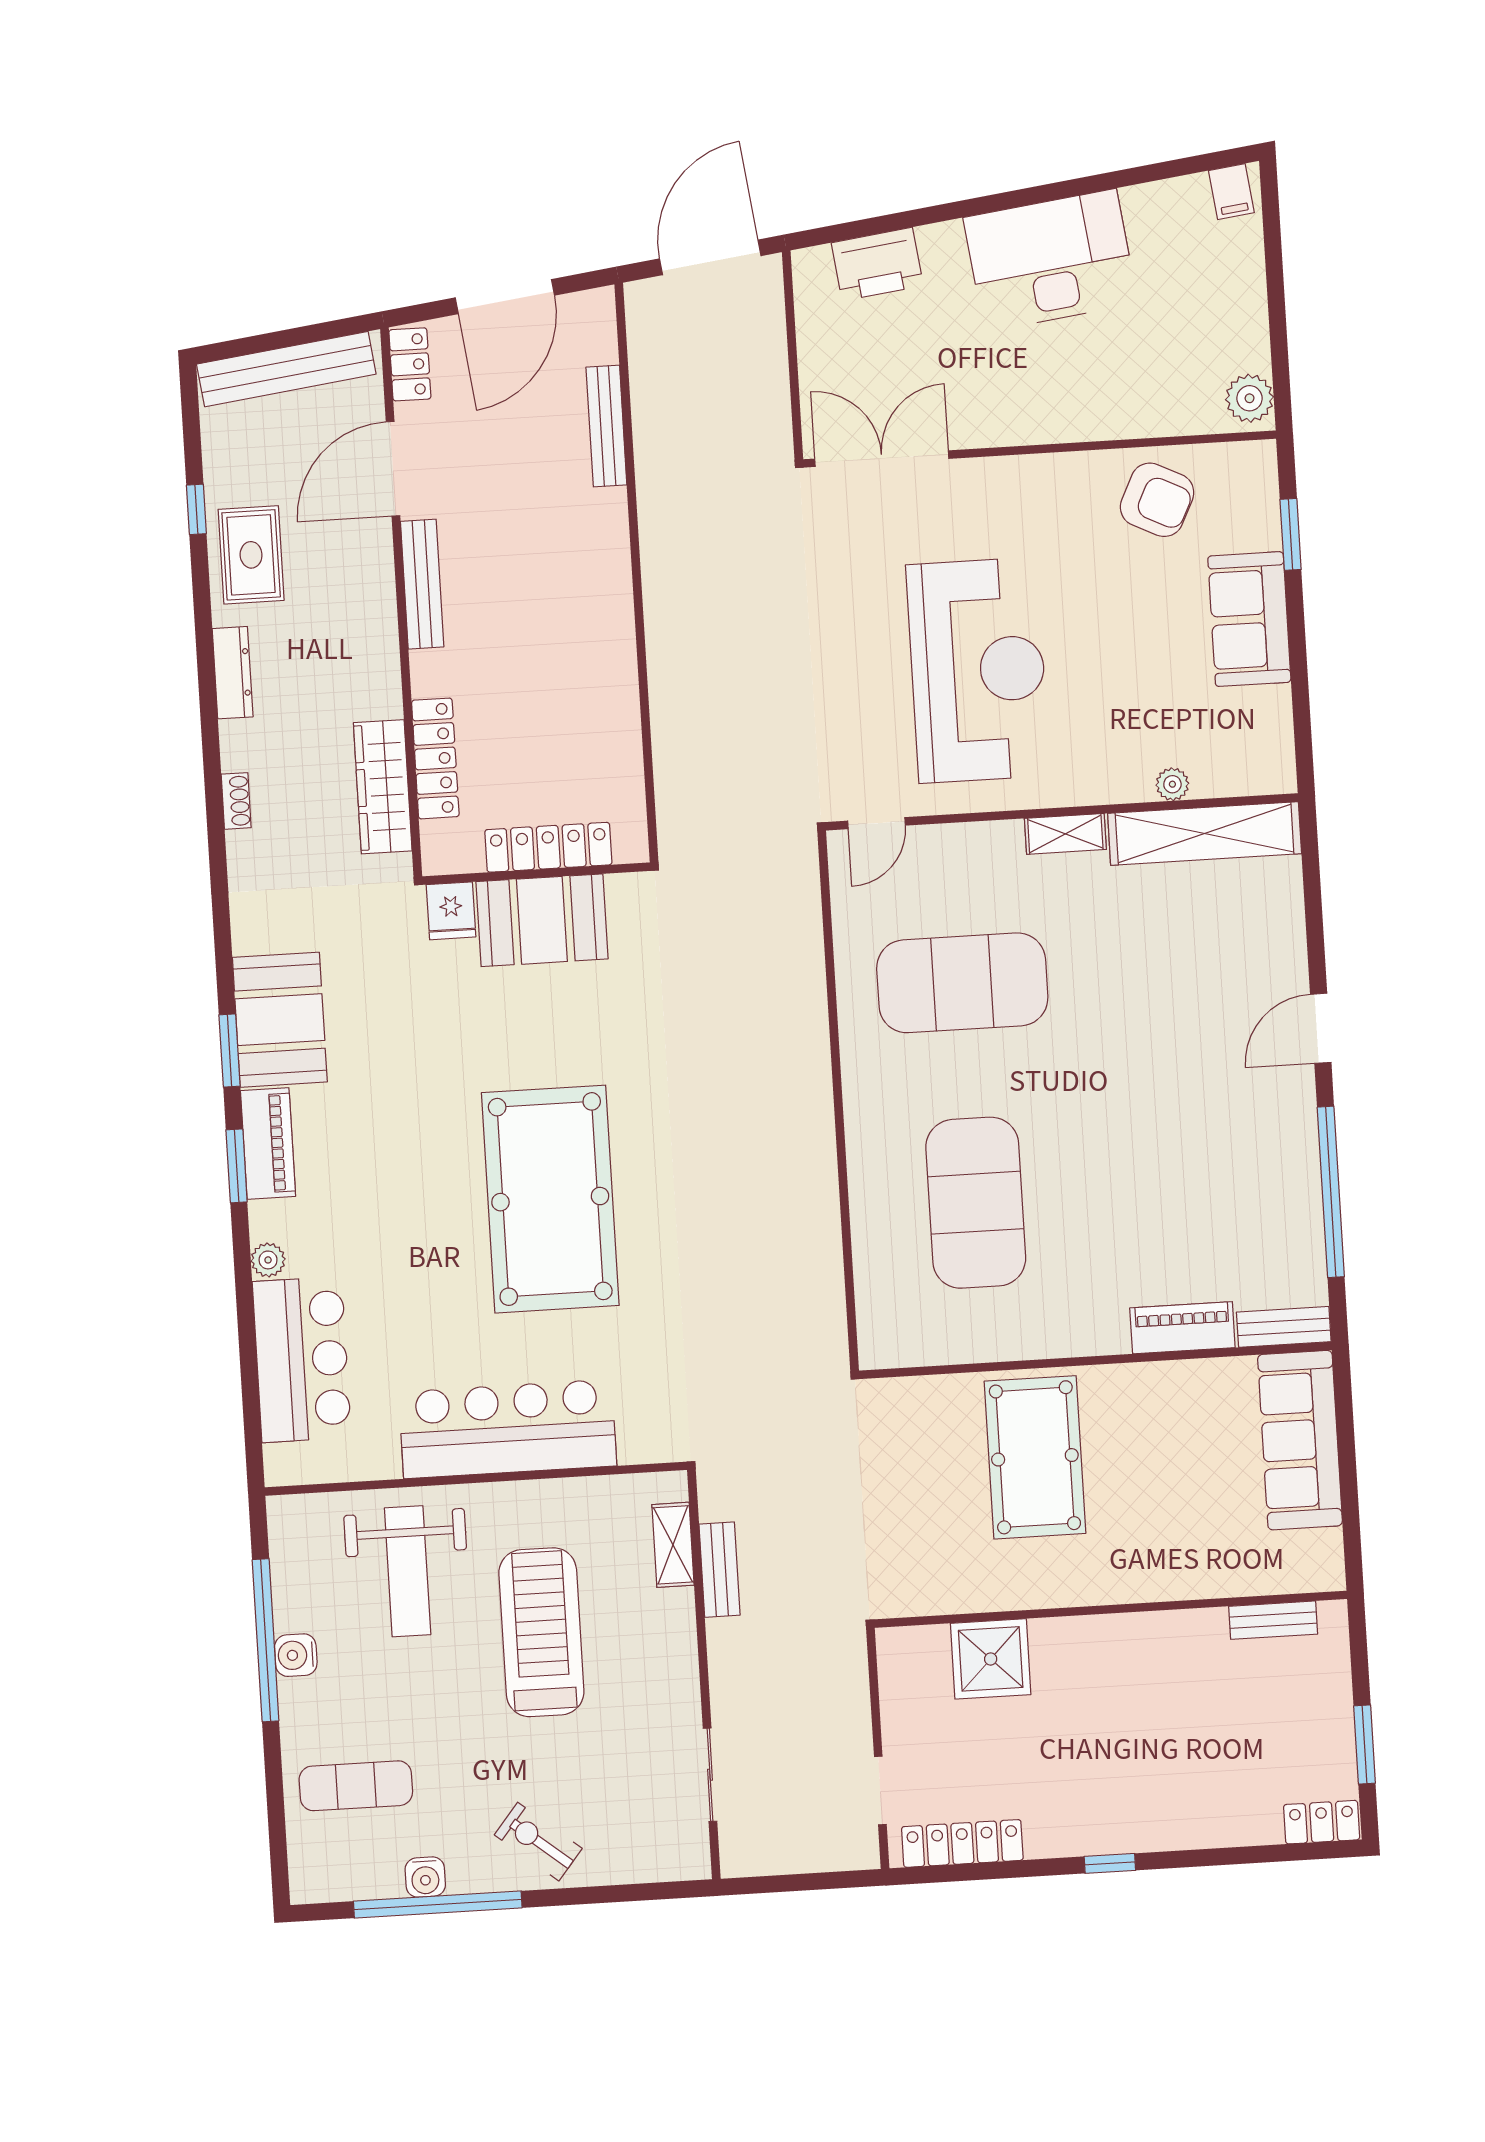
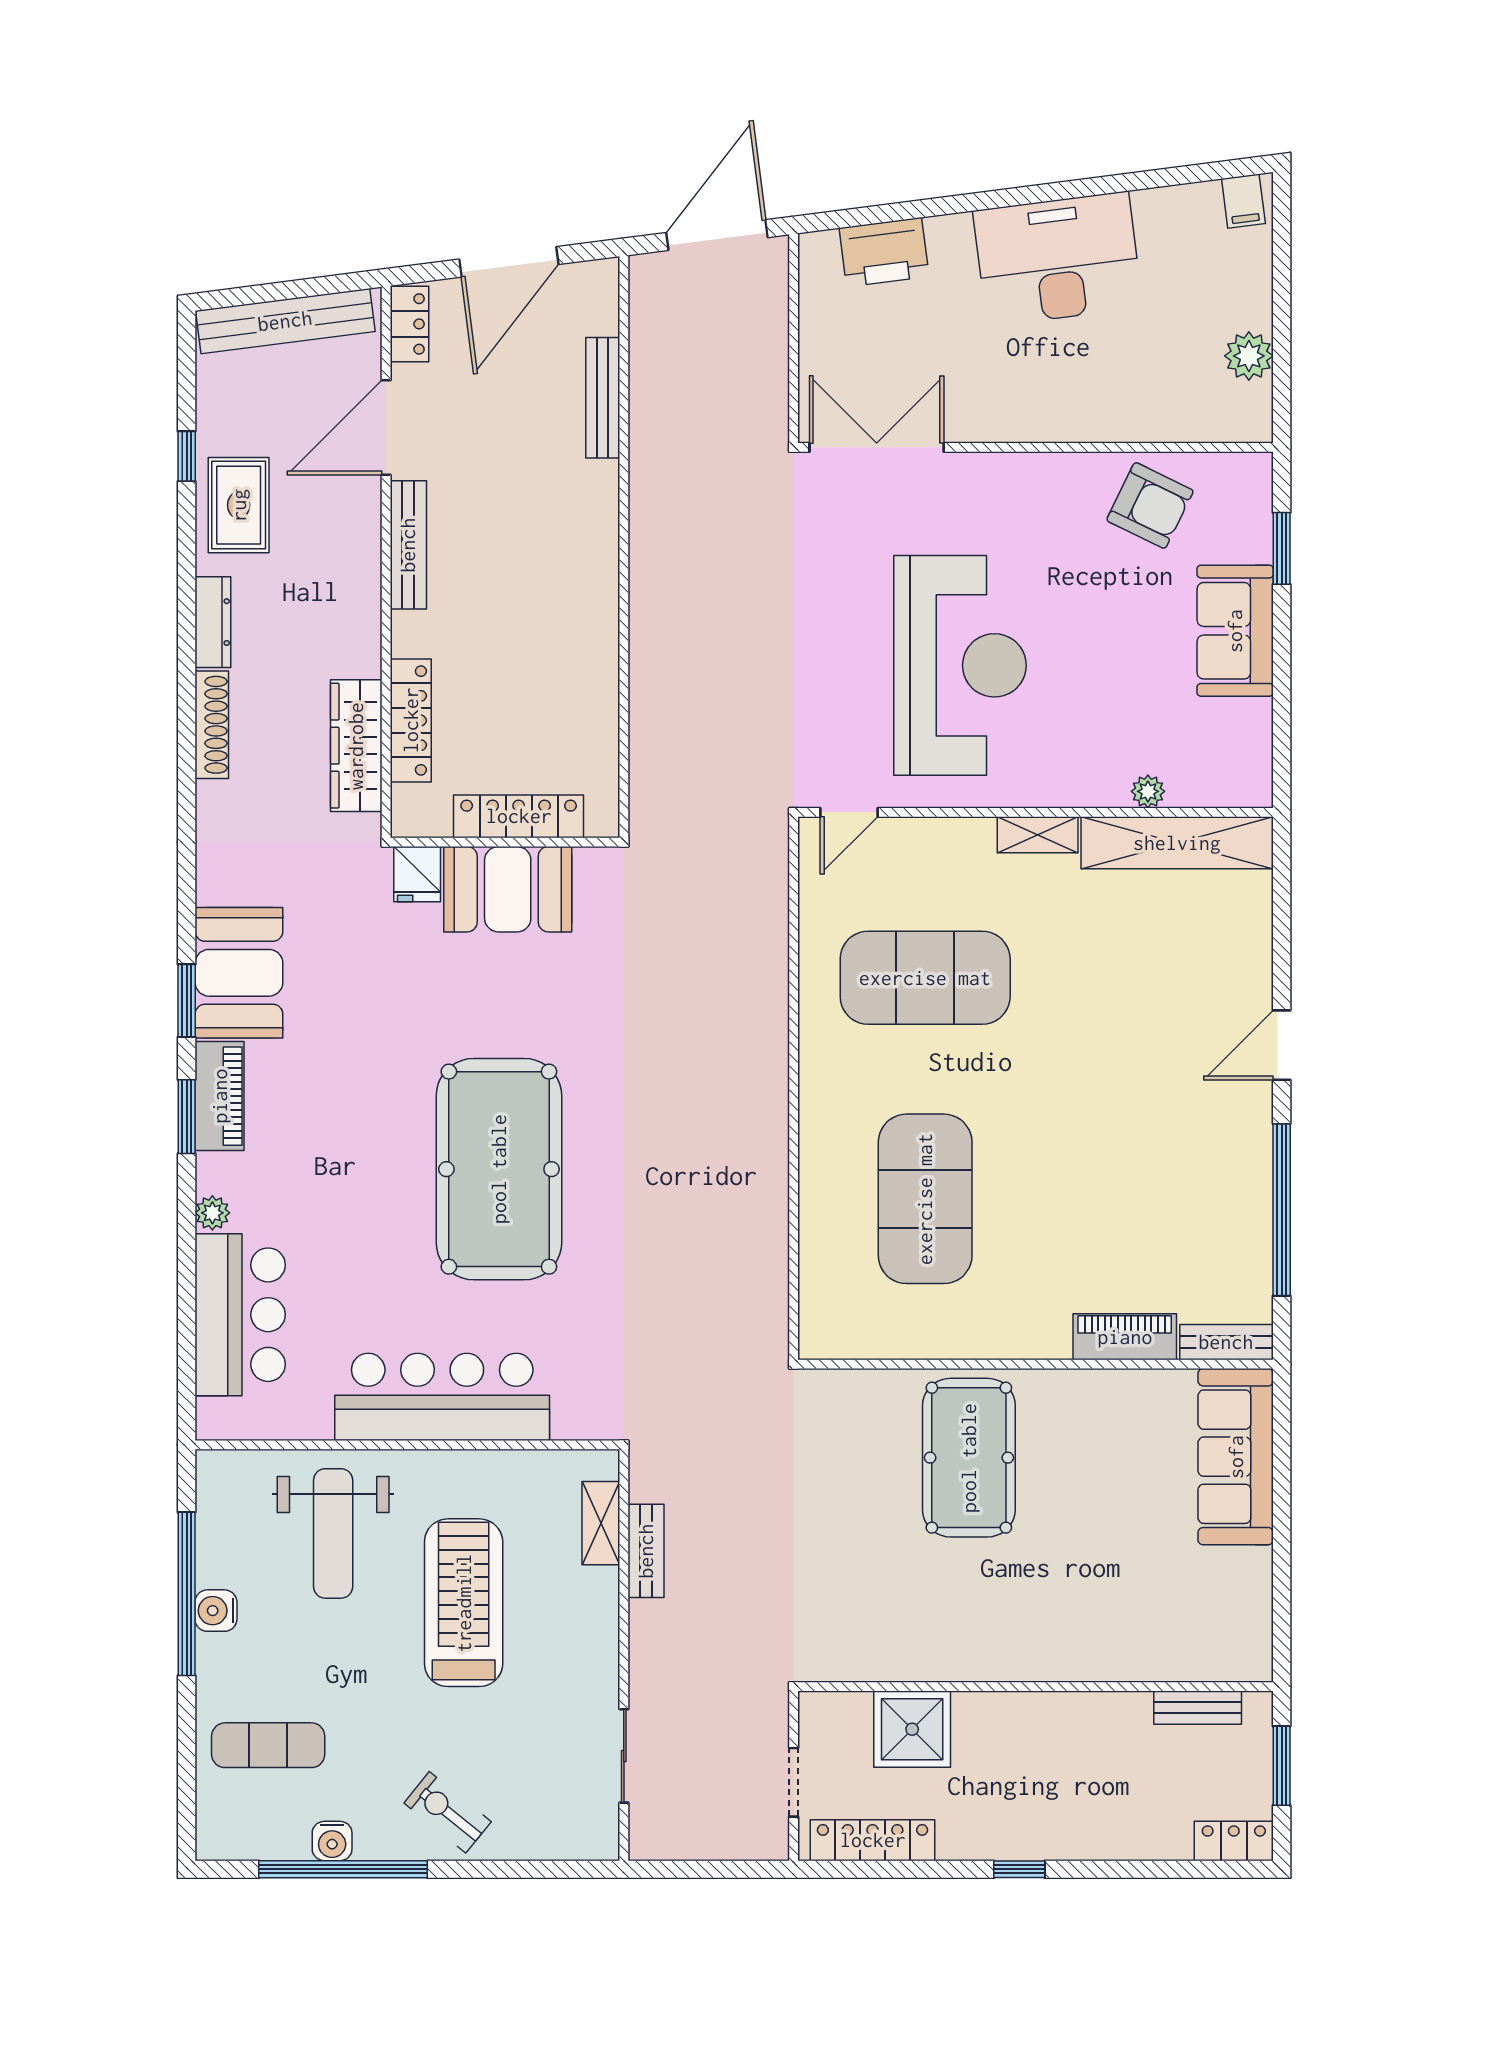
plant: (1250, 398) -> (1249, 356), moved
shoe rack: (236, 801) -> (212, 725), width x1.94, depth x1.24
wall: (1111, 1609) -> (1035, 1687), moved
bench: (1273, 1620) -> (1198, 1708), moved
shower: (991, 1659) -> (912, 1729), moved

